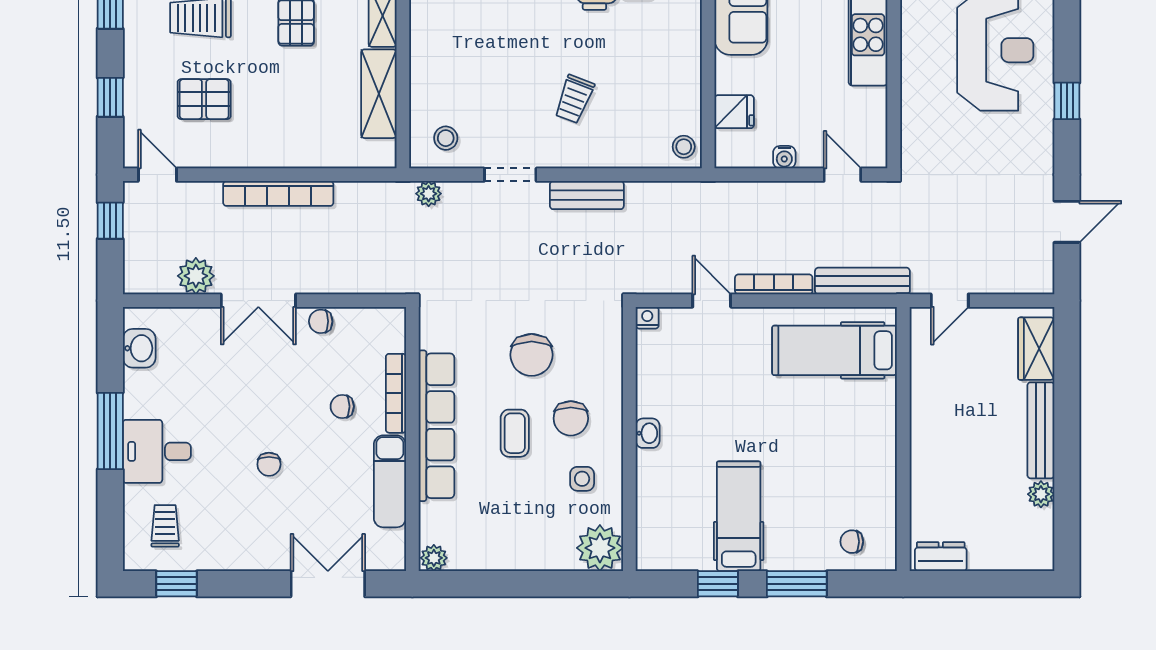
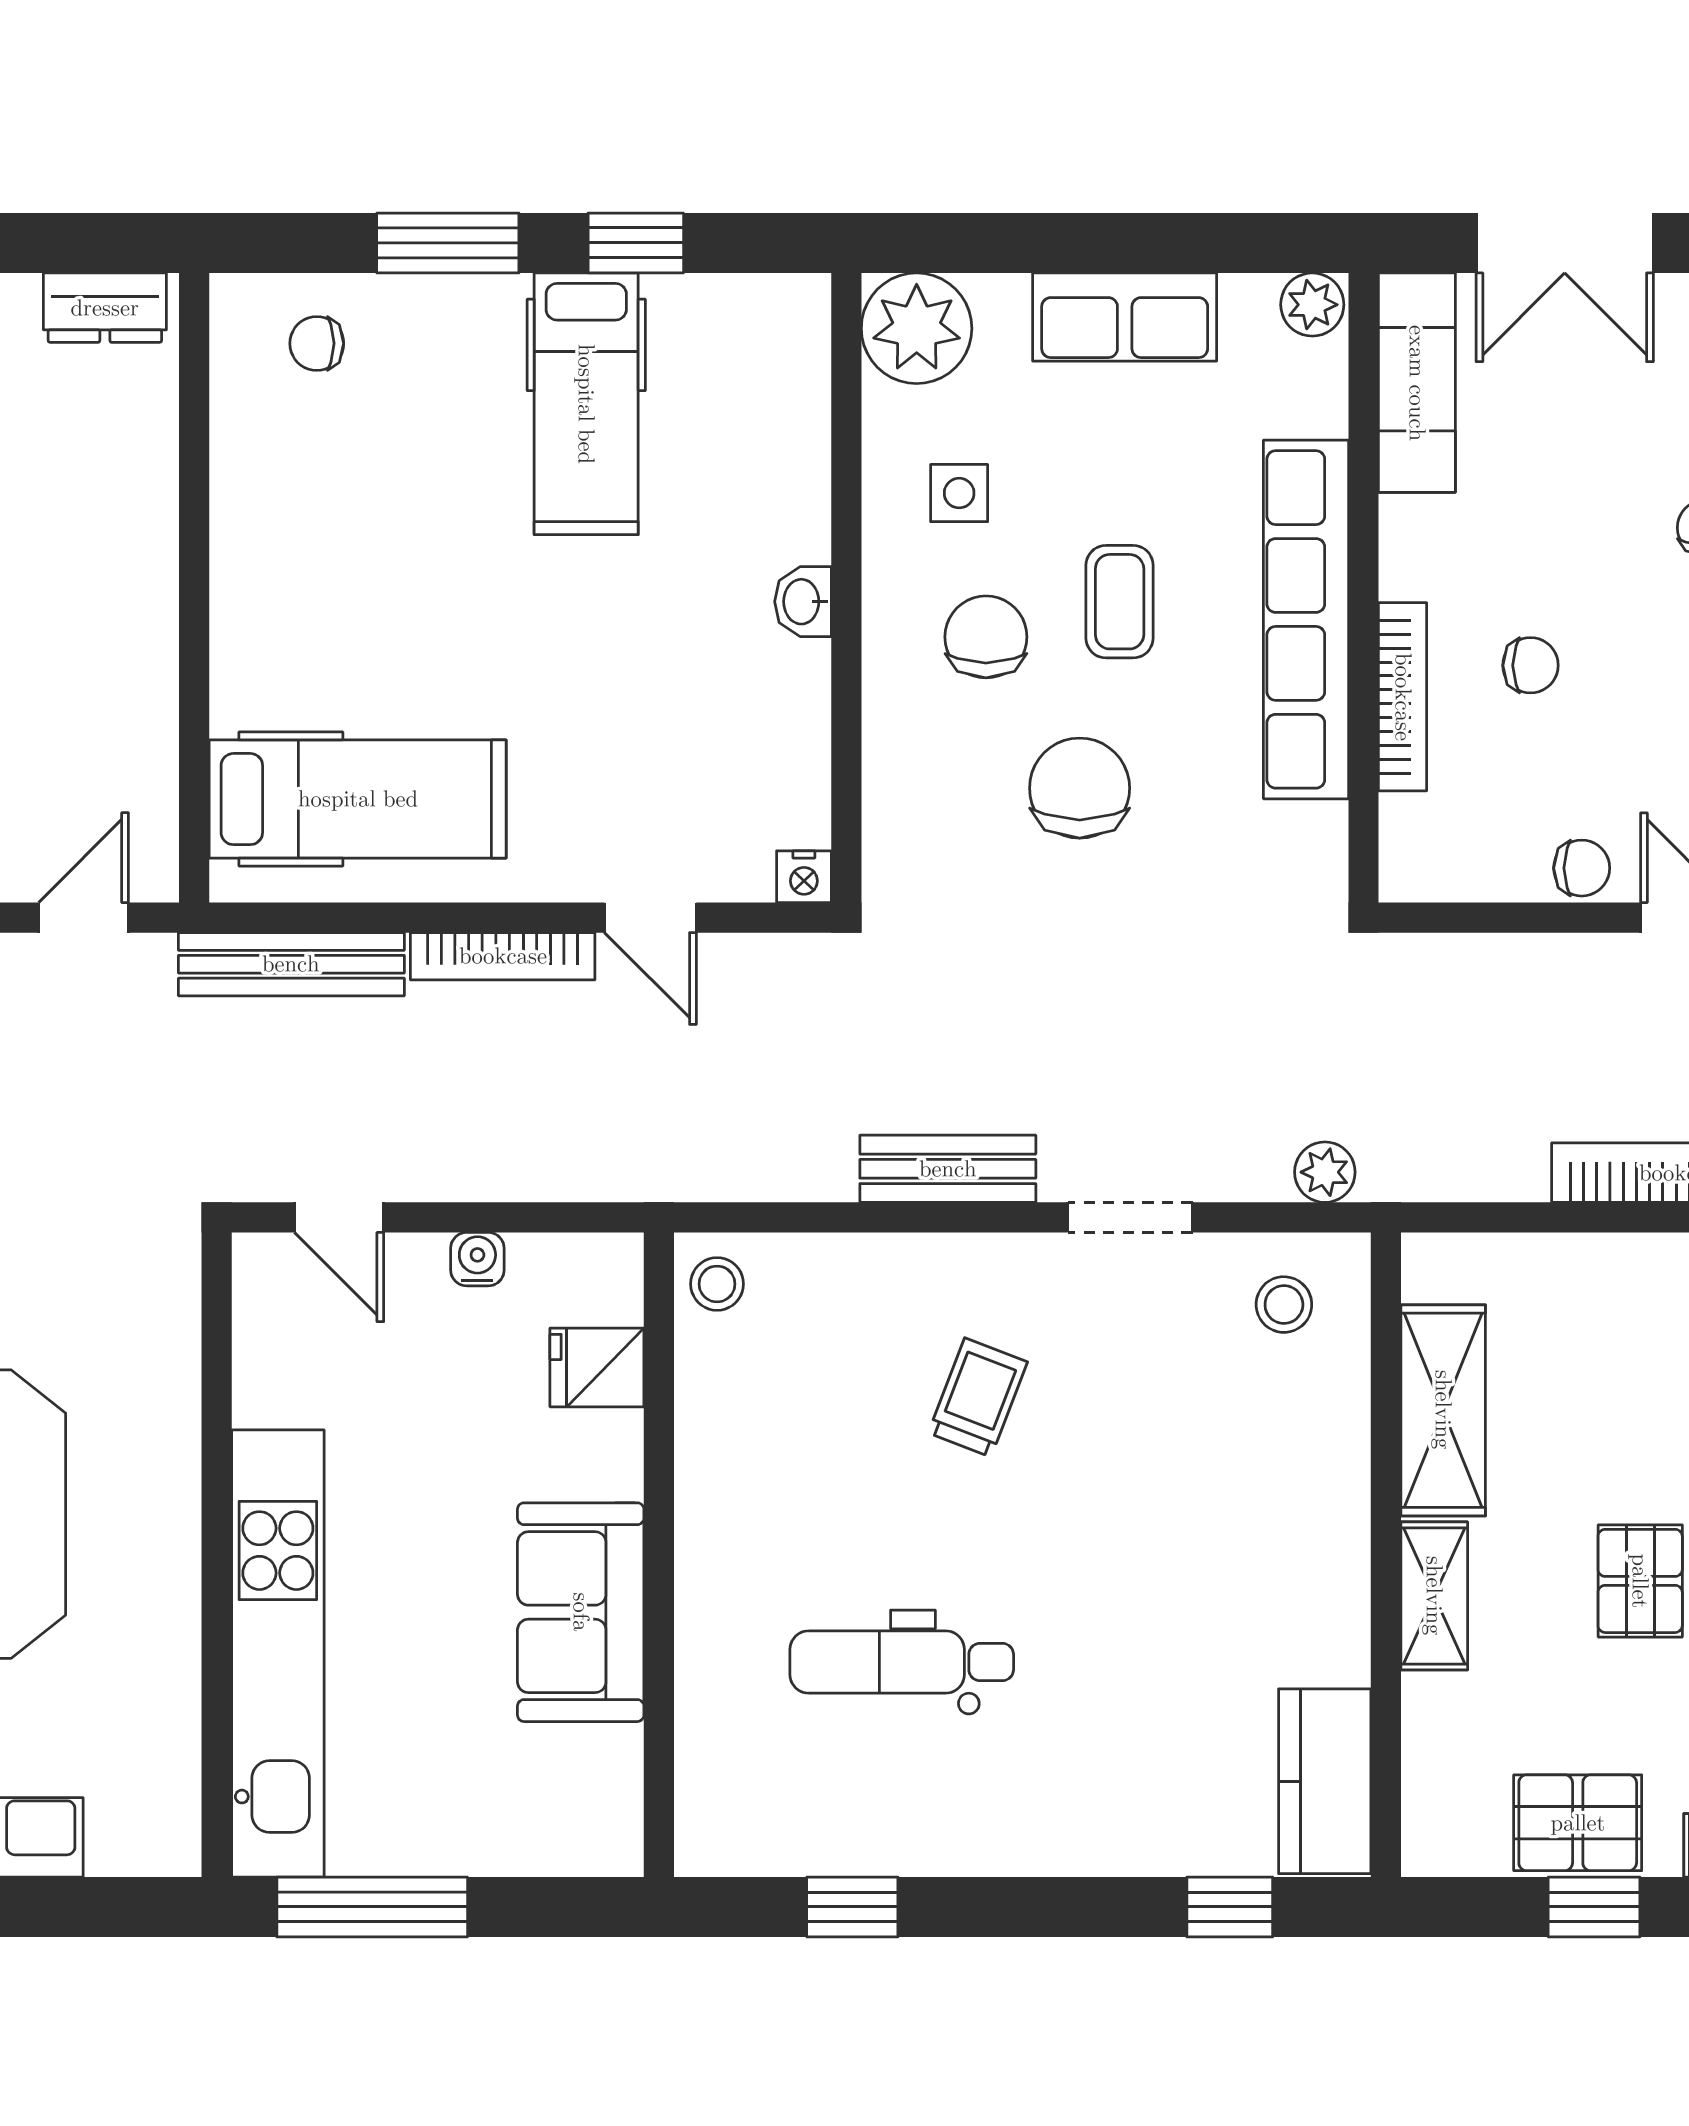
exam couch: (390, 481) -> (1417, 383), moved
chair: (852, 542) -> (317, 343), turned 180
row of seats: (513, 553) -> (1125, 317), added

